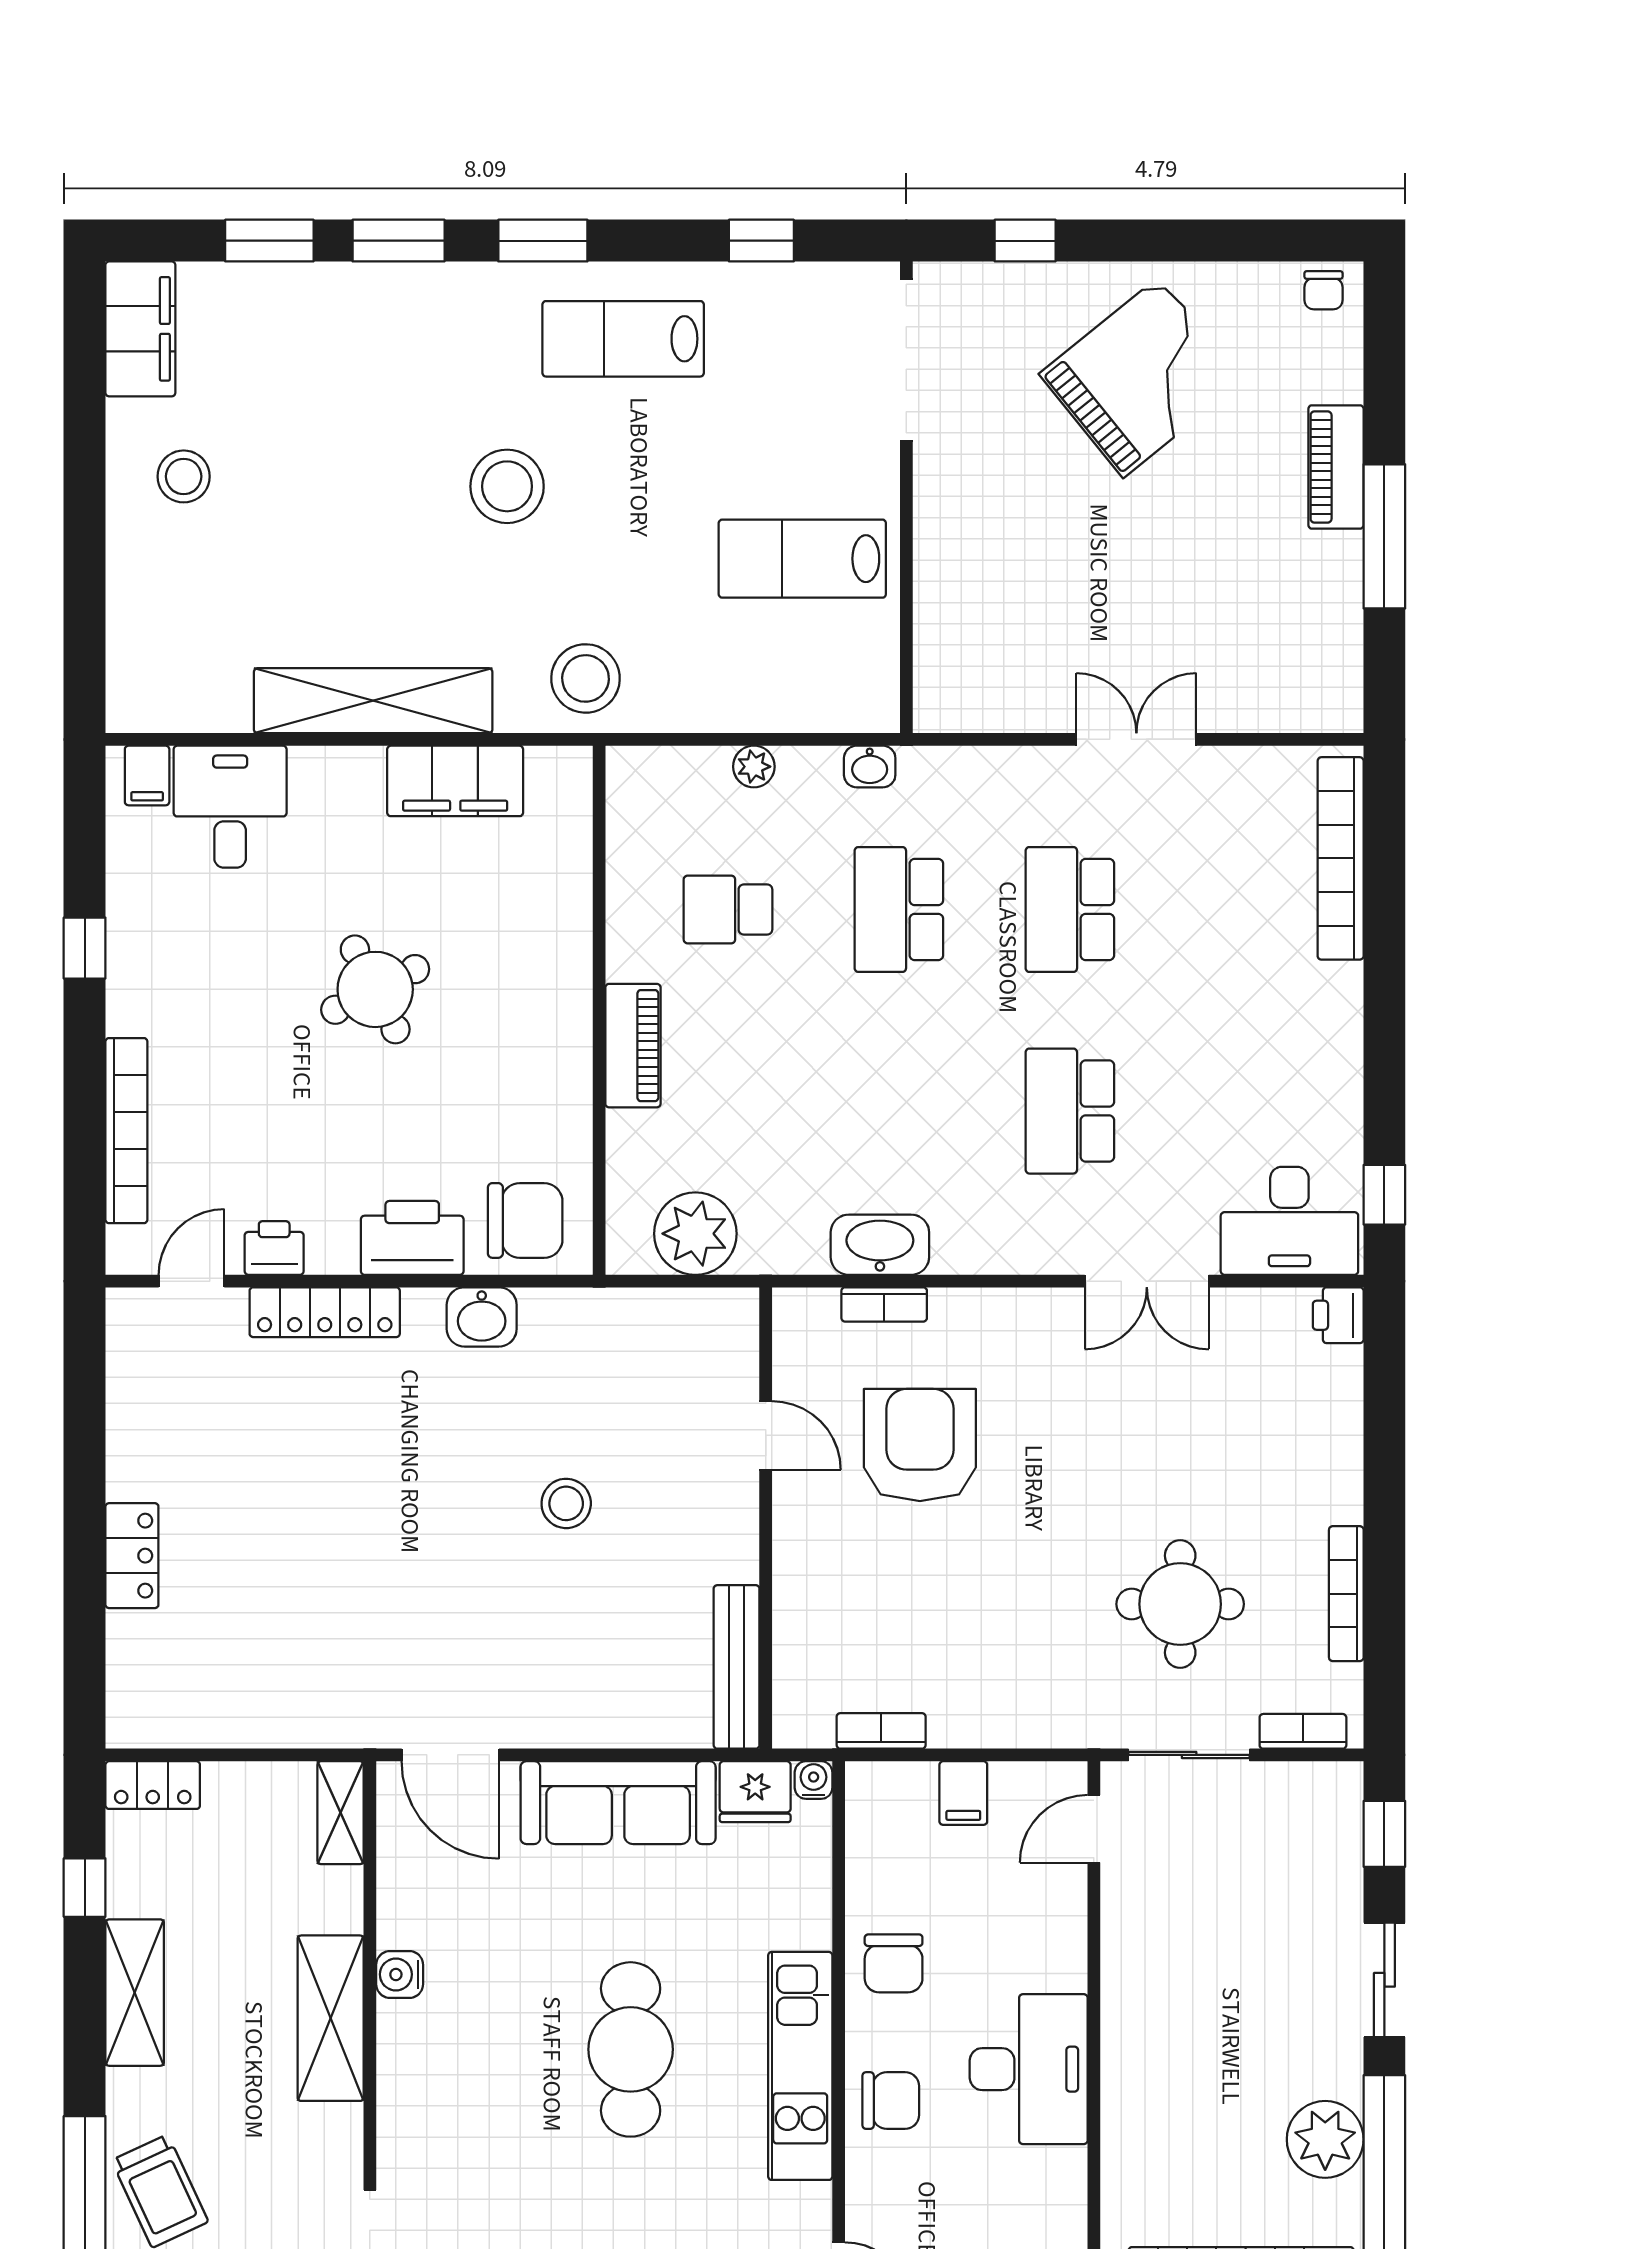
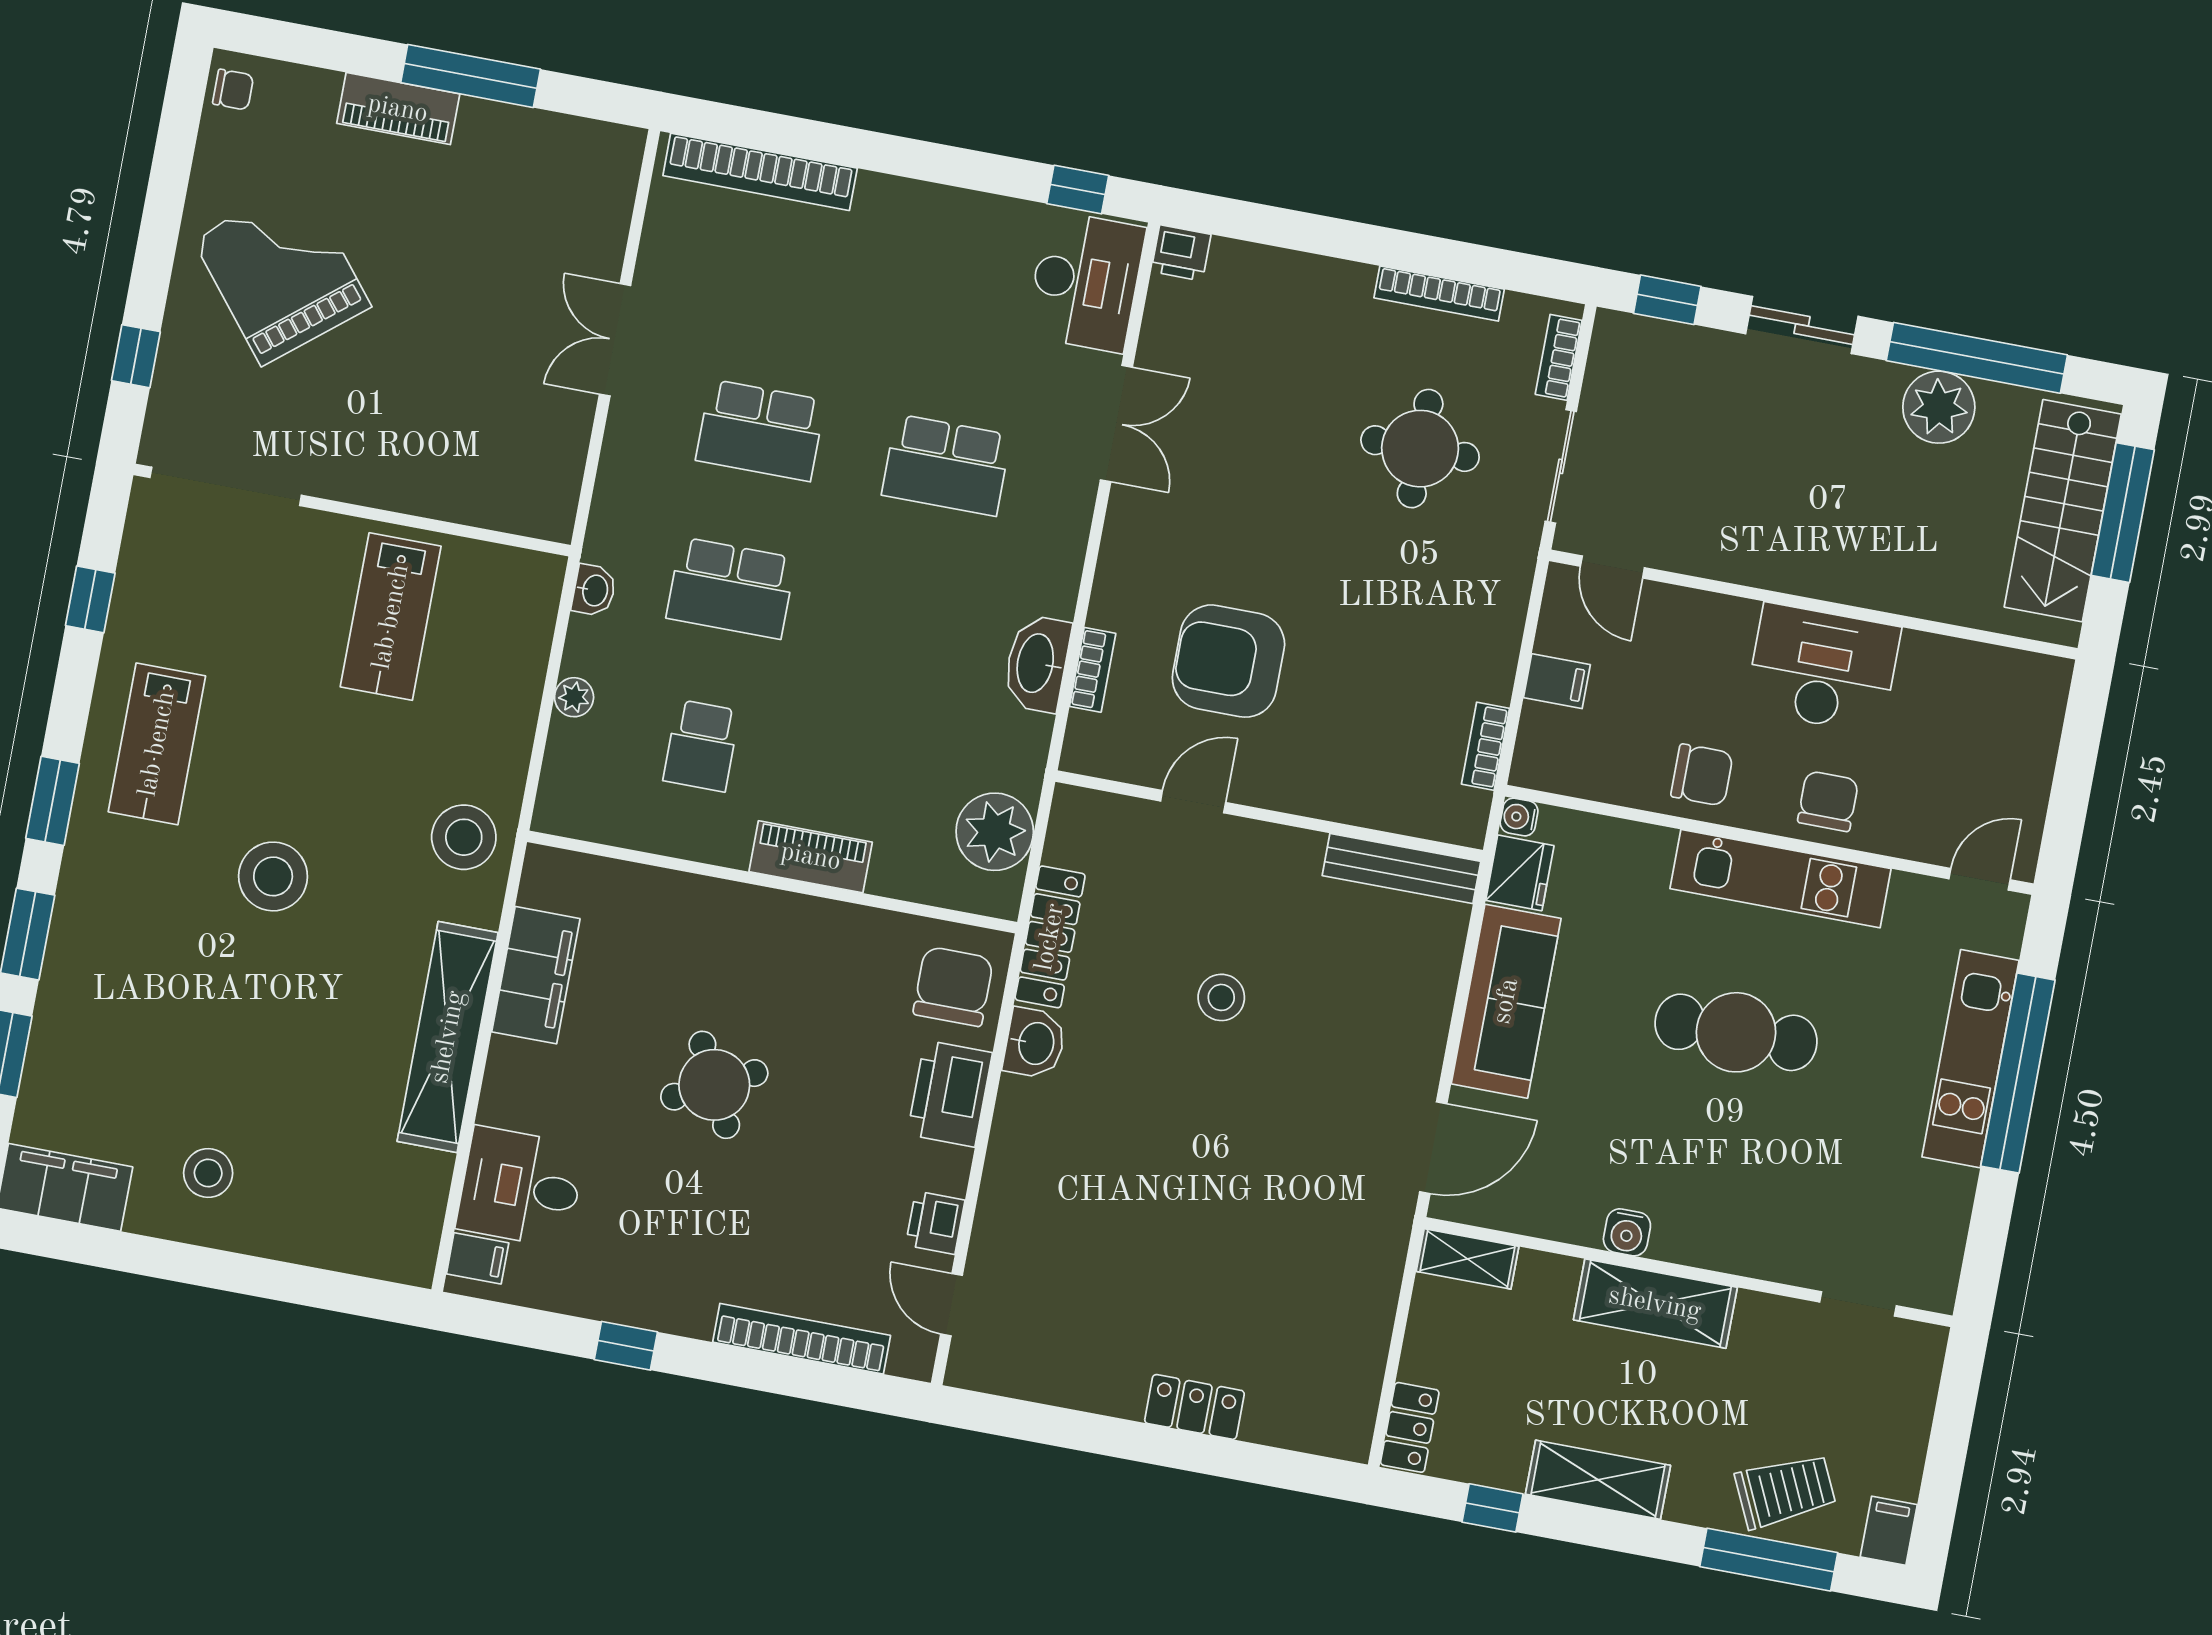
locker: (325, 1312) -> (1050, 937), moved

